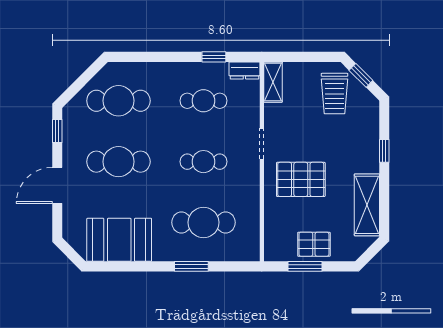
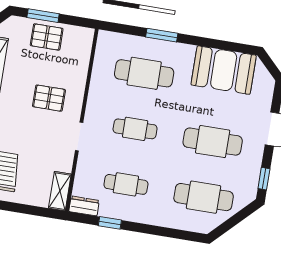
pallet: (301, 179) -> (49, 98), width x0.67, depth x0.71
window: (305, 266) -> (43, 16), moved

